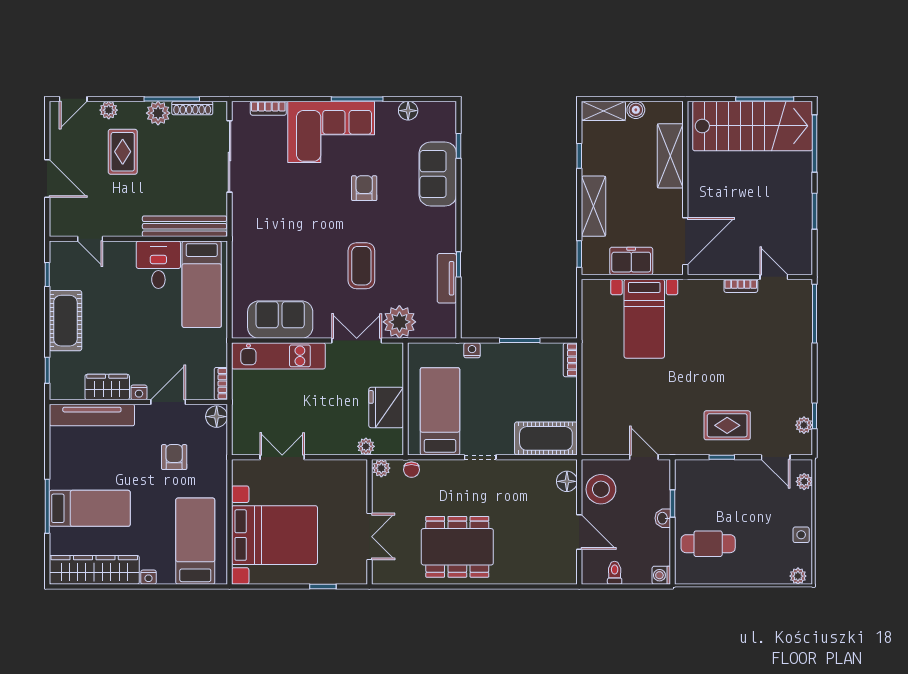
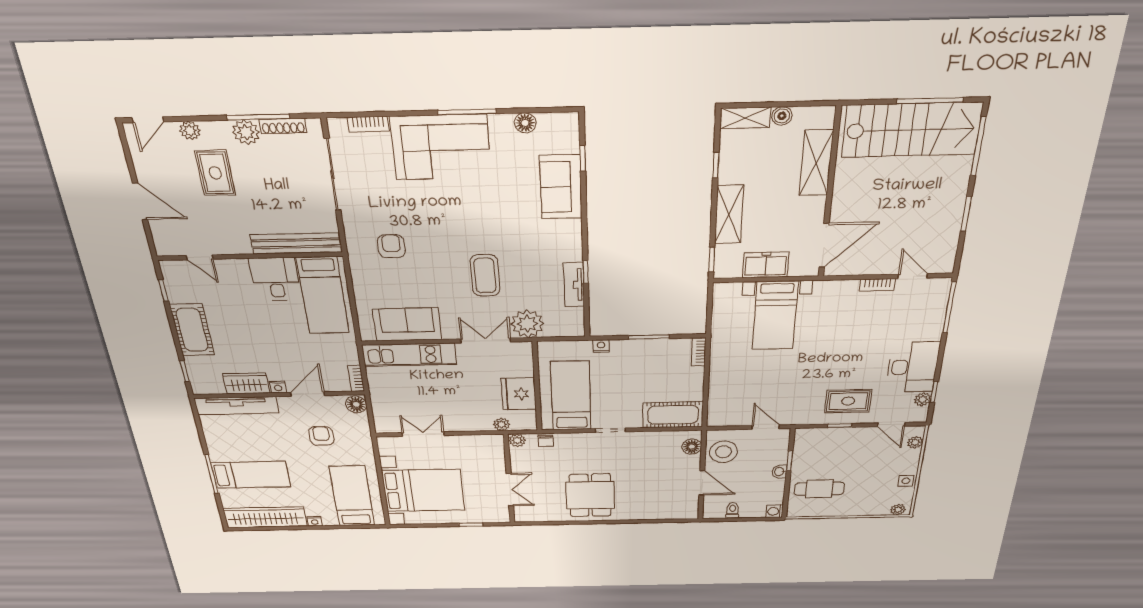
armchair: (364, 188) -> (391, 246), moved
desk: (788, 384) -> (913, 367), added
dining table: (457, 547) -> (590, 495), width x0.73

